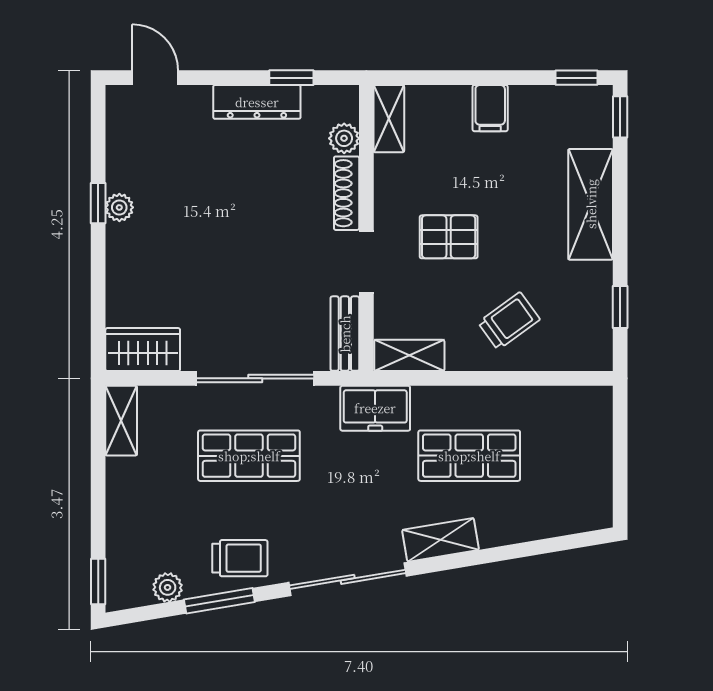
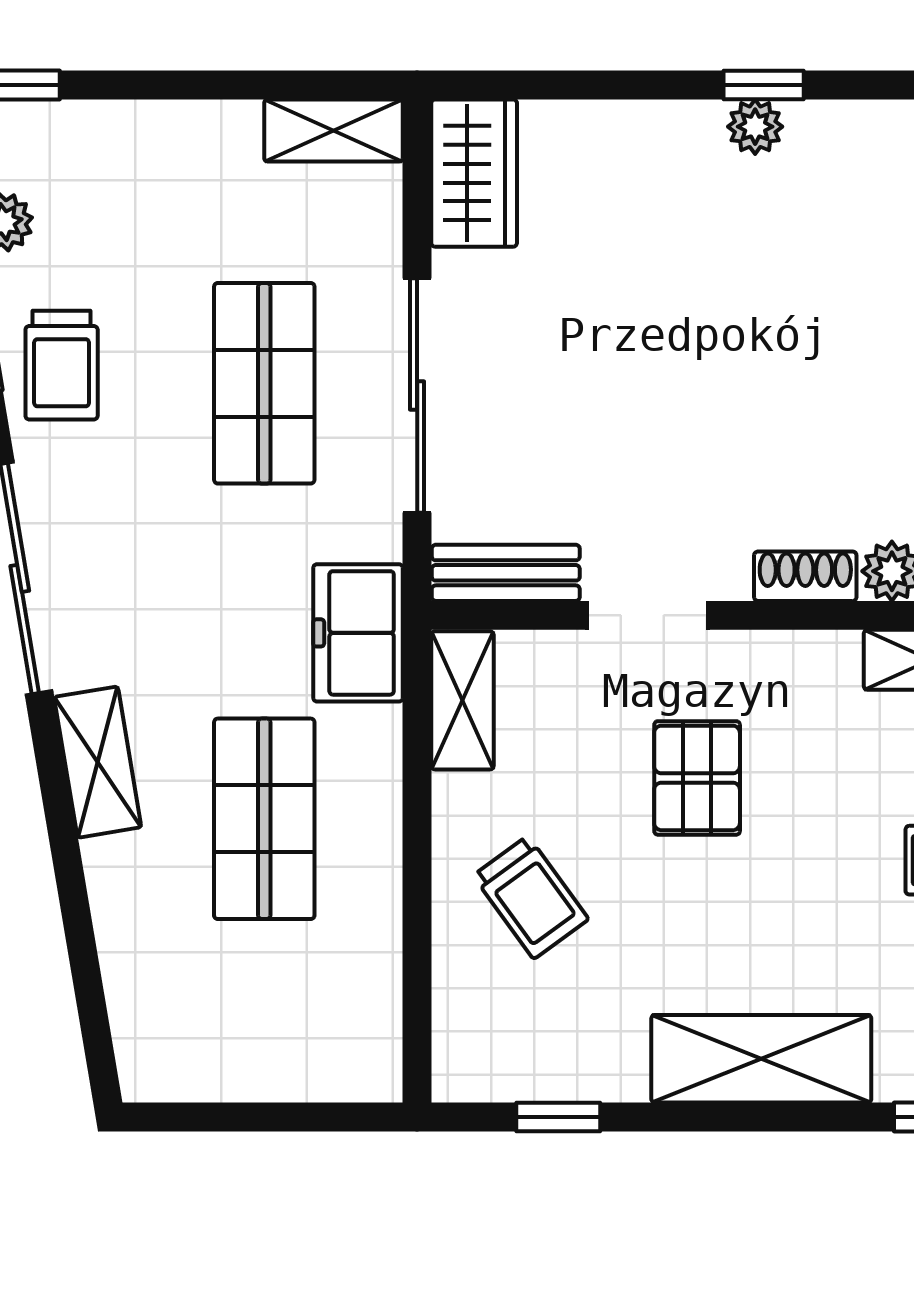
shoe rack: (347, 193) -> (805, 576), width x0.70

